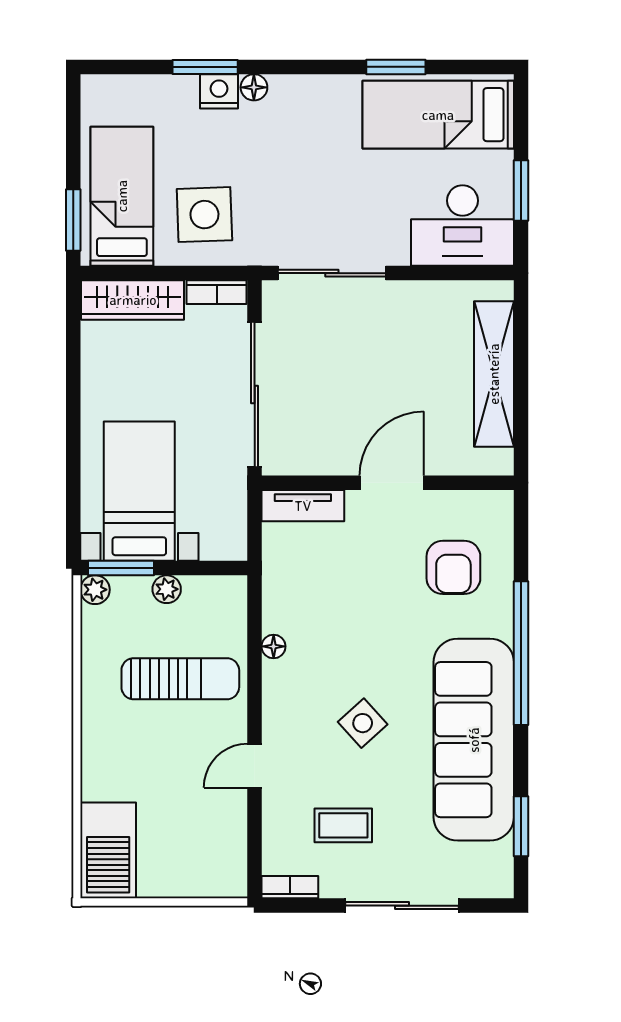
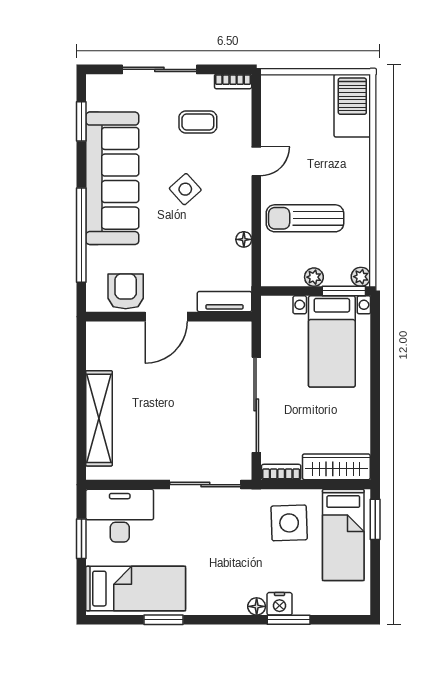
wall: (388, 483) -> (169, 317), moved
door: (392, 483) -> (166, 317), moved
tv unit: (303, 506) -> (224, 302), moved

